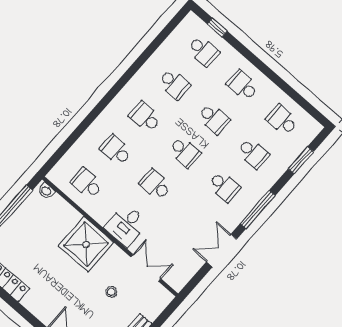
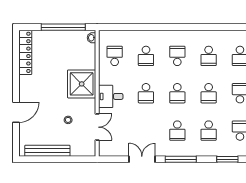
school desk: (116, 150) -> (146, 56), turned 180
school desk: (155, 185) -> (146, 93), turned 180

